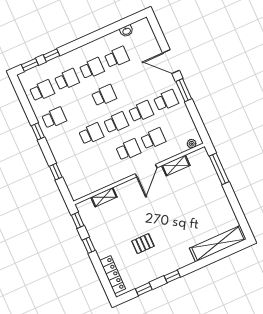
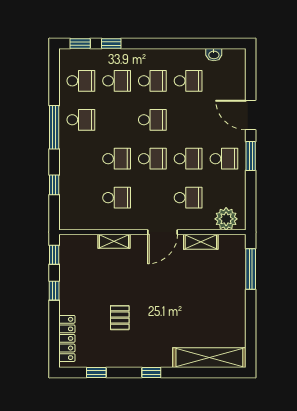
window: (38, 131) -> (54, 127), width x2.17
plant: (192, 144) -> (226, 219), width x1.88, depth x1.88
school desk: (128, 150) -> (117, 198), moved
shelving: (104, 197) -> (114, 241), moved
pallet: (143, 244) -> (120, 318), turned 90
window: (172, 276) -> (151, 372), moved

